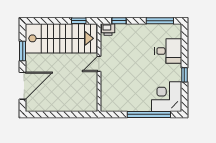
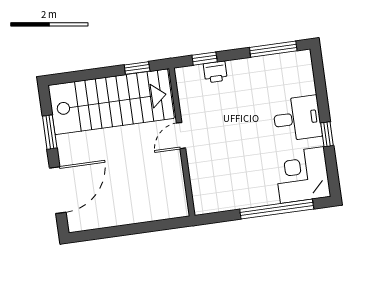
printer: (108, 29) -> (215, 72), moved
desk: (168, 51) -> (297, 118), moved

